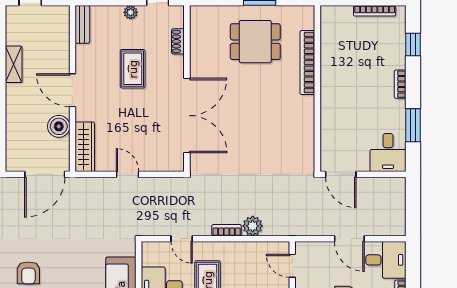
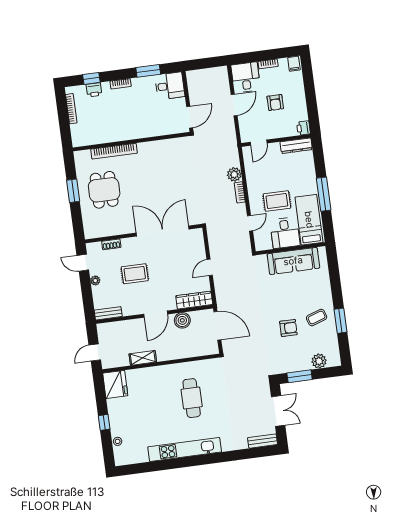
printer: (397, 46) -> (94, 90), added

